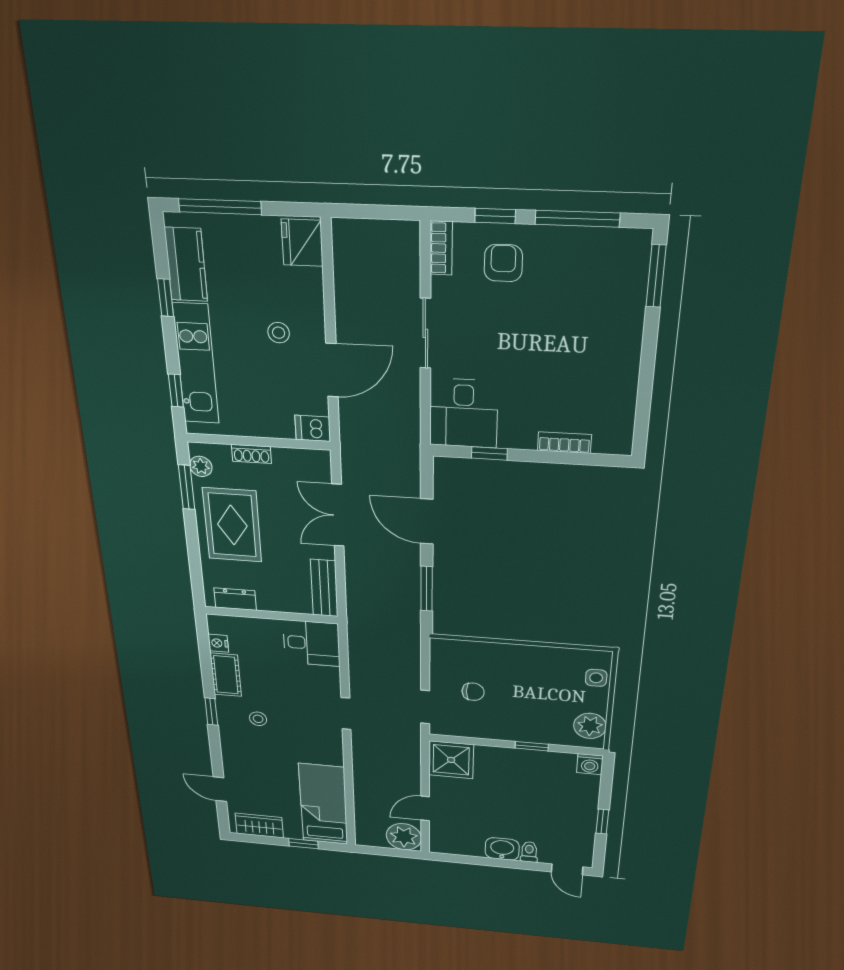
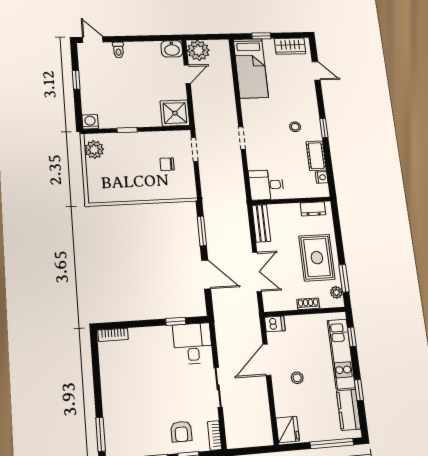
bookcase: (564, 443) -> (113, 335), moved
side table: (596, 678) -> (95, 184), removed
washbasin: (502, 849) -> (172, 49), moved

